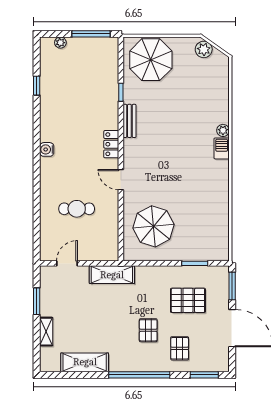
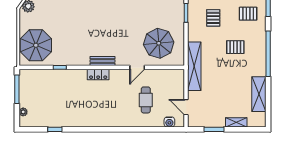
bench: (129, 121) -> (102, 61), moved
water cooler: (47, 149) -> (169, 122), moved
door: (121, 180) -> (137, 67), moved
shelving: (112, 275) -> (194, 66), width x1.47
pallet: (188, 300) -> (213, 18), width x0.67, depth x0.71
pallet: (180, 348) -> (248, 14), moved

